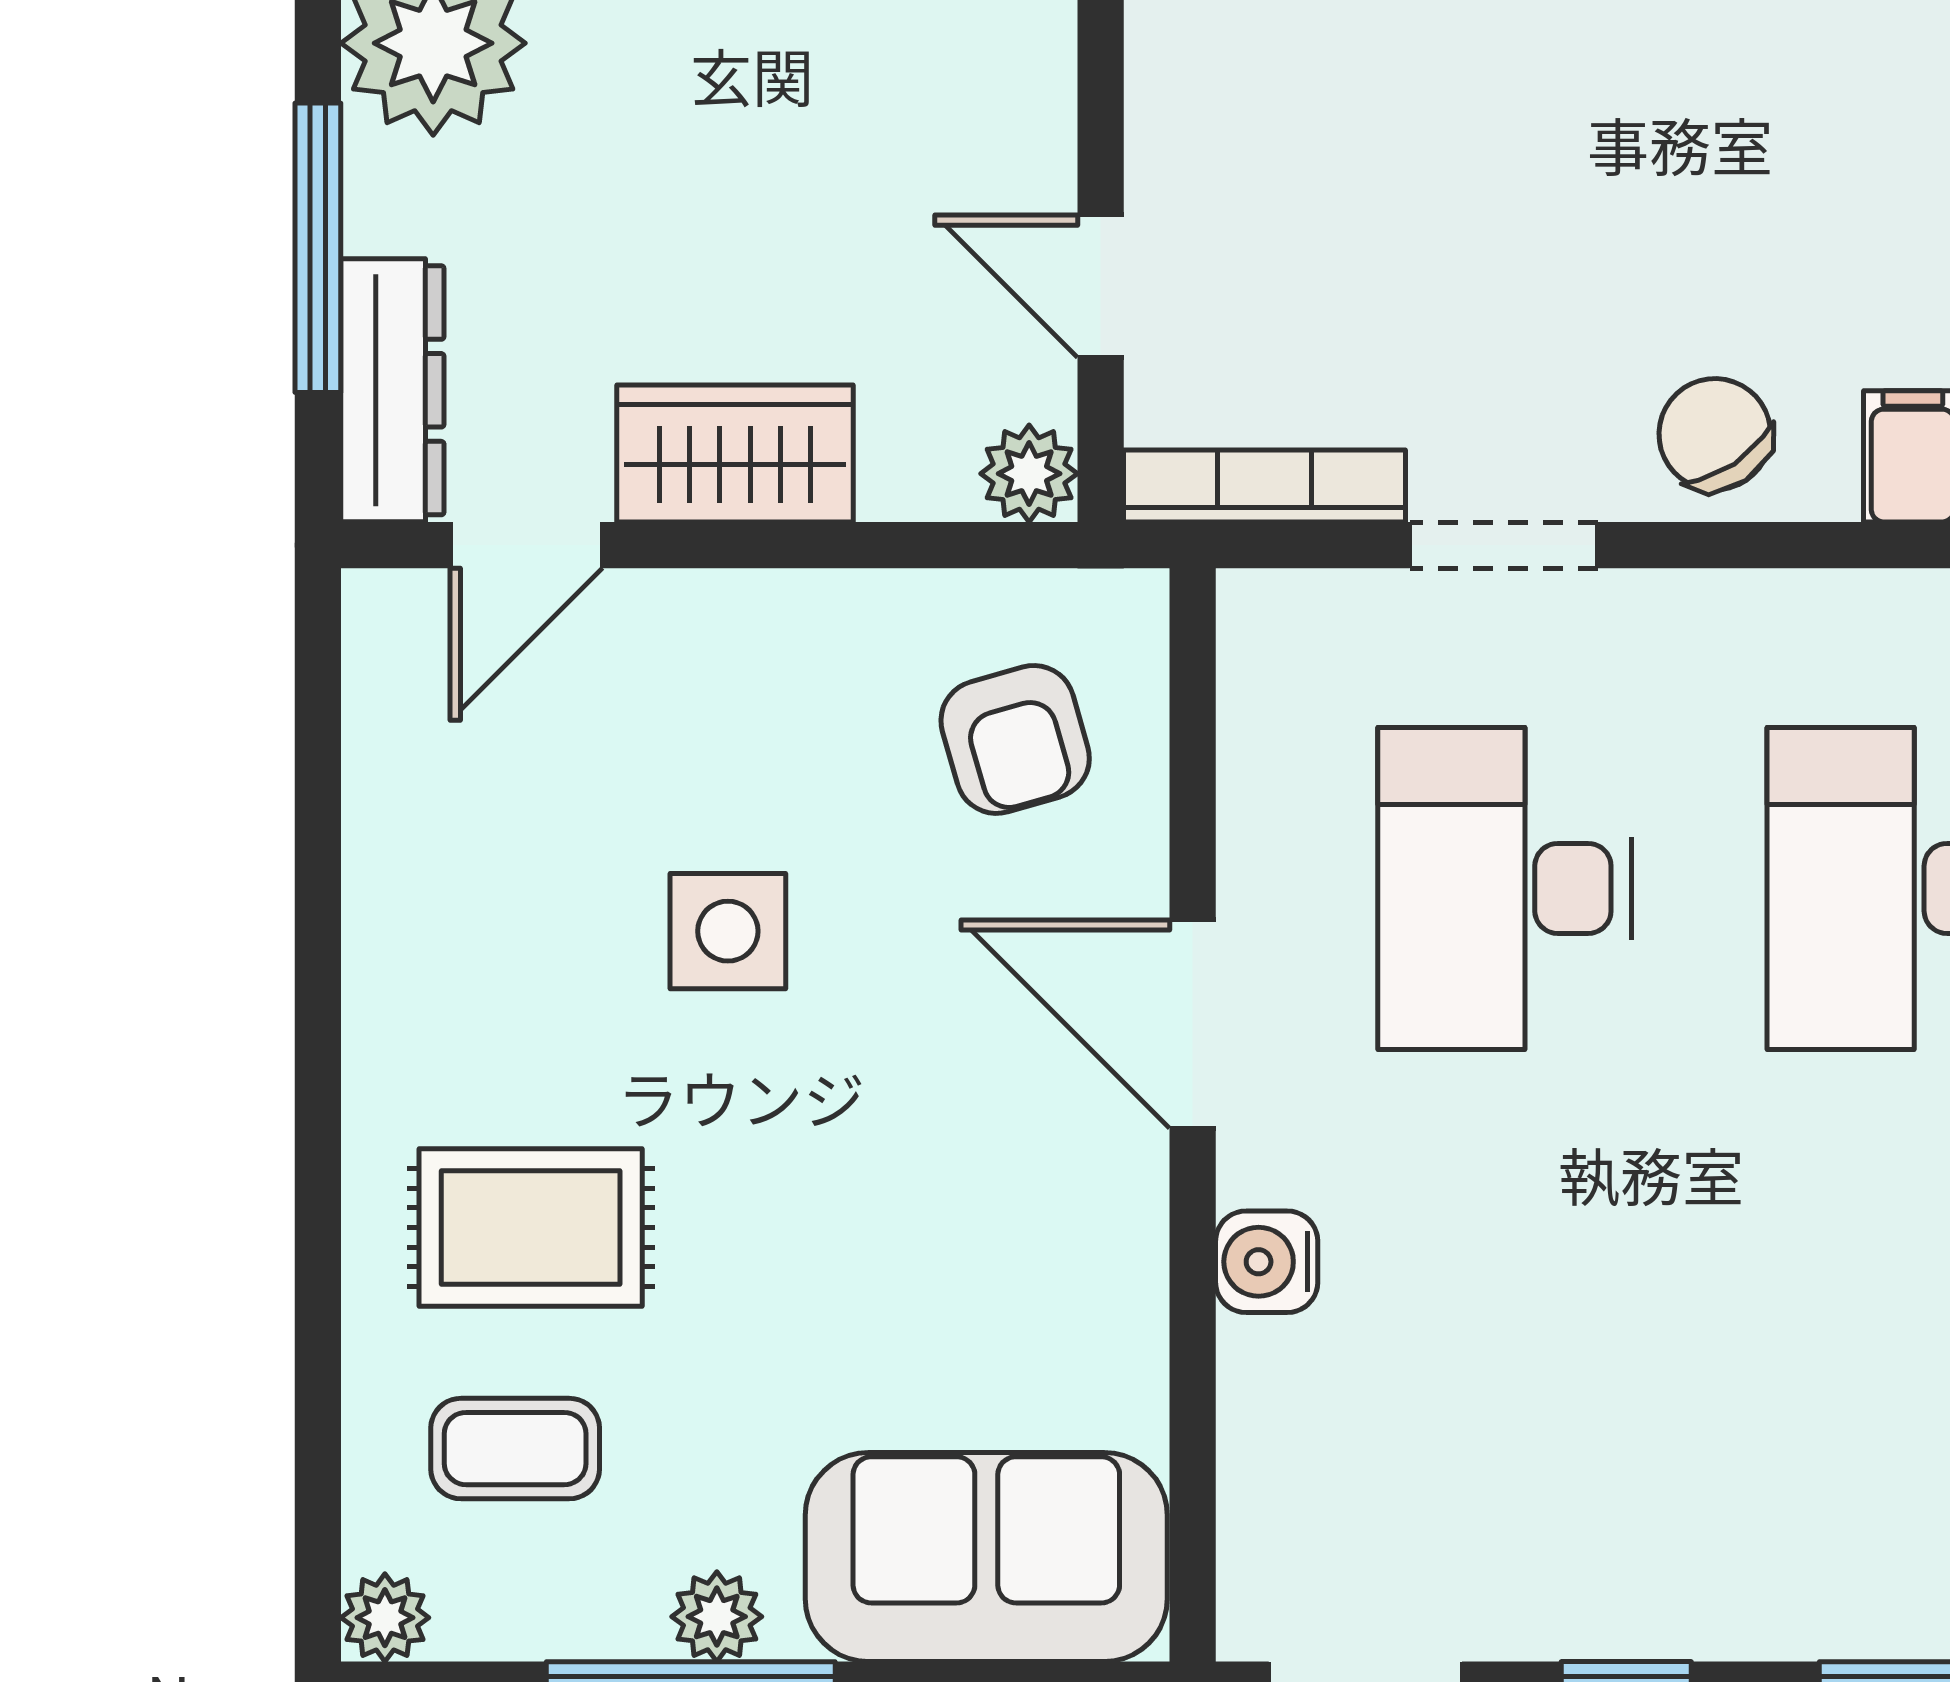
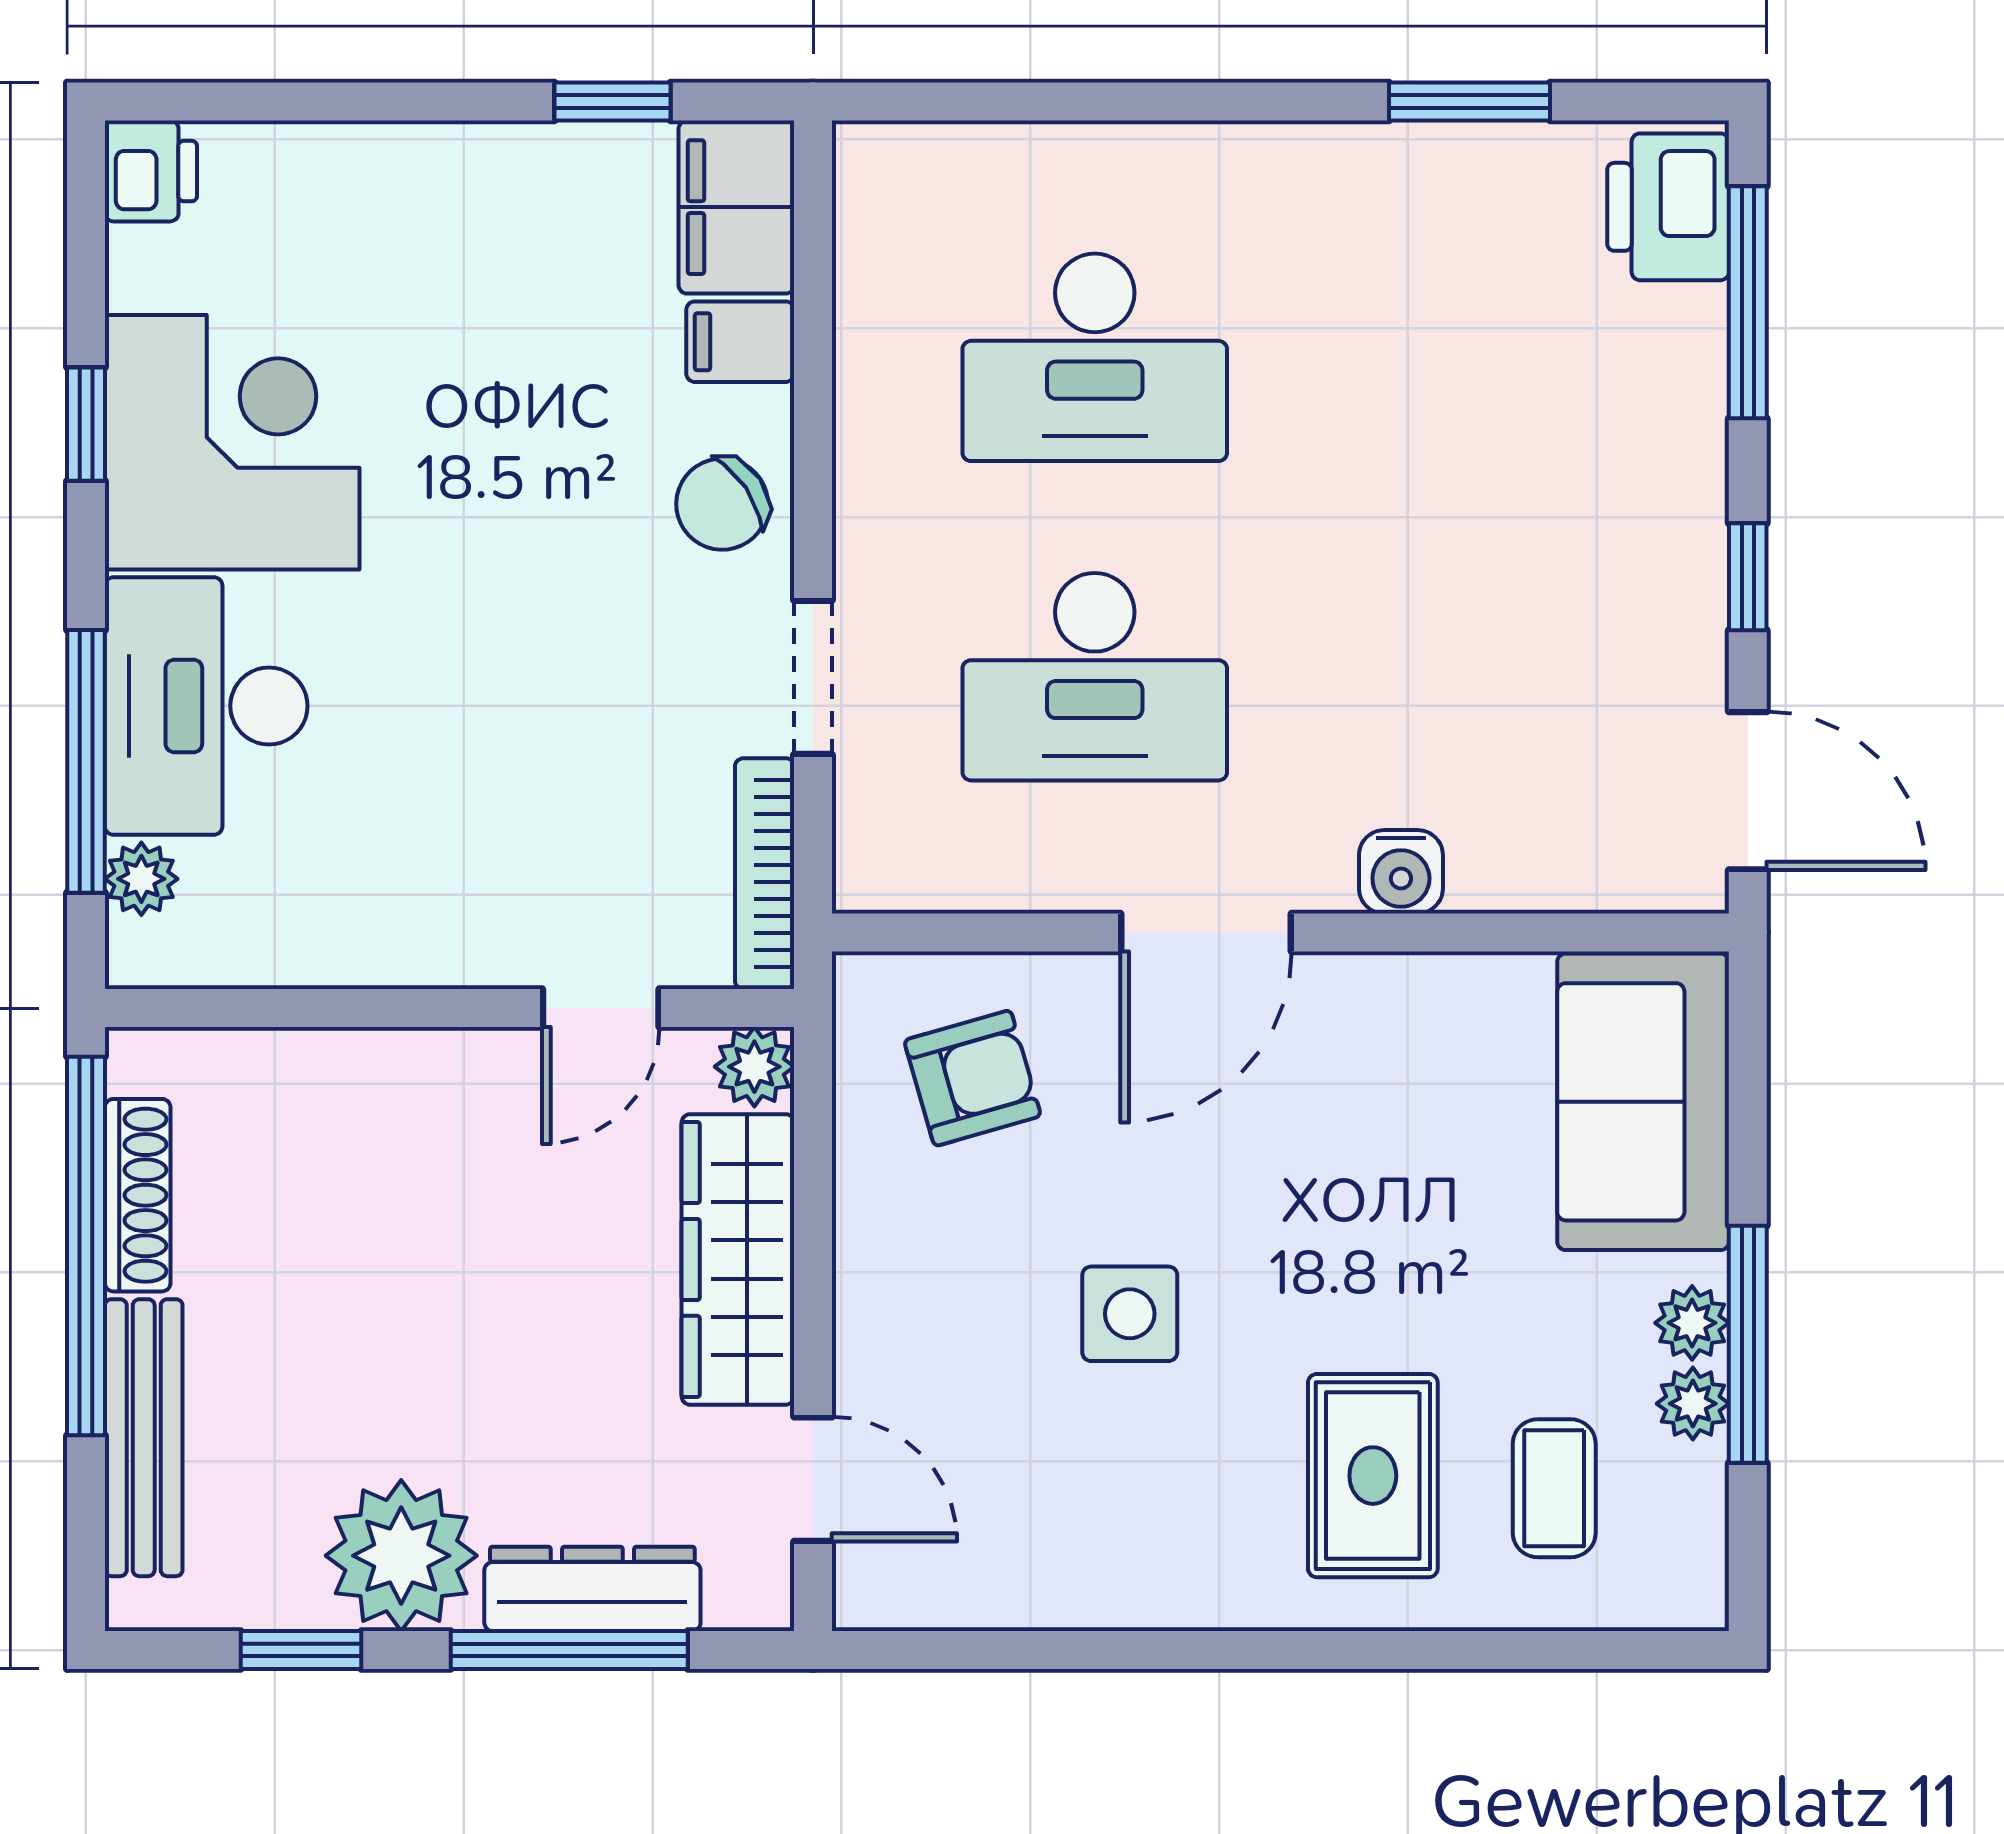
dresser: (392, 390) -> (592, 1589), moved
wardrobe: (735, 454) -> (738, 1259), width x1.50
plant: (385, 1618) -> (1693, 1404), moved

